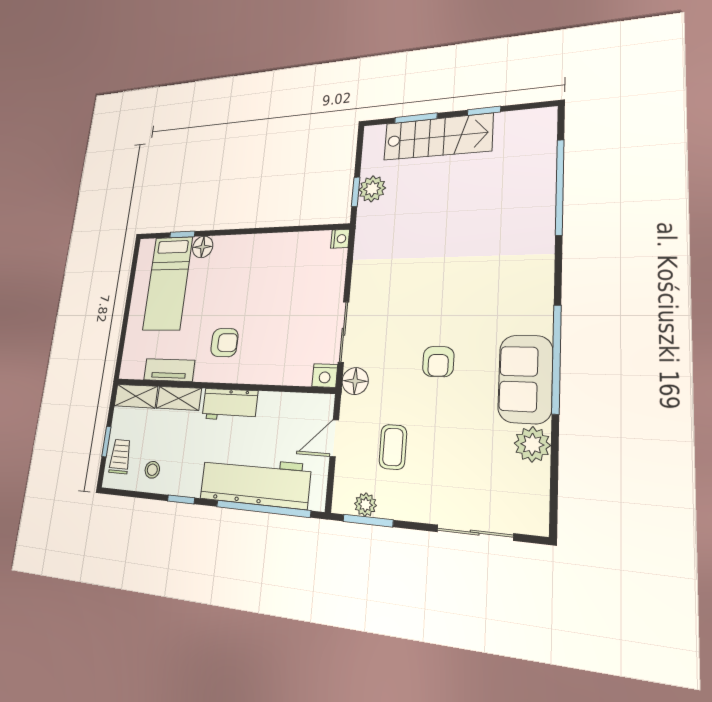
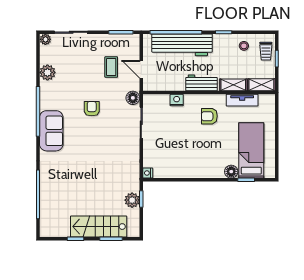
nightstand: (325, 376) -> (177, 100), moved
sofa: (525, 379) -> (51, 131), moved
door: (334, 438) -> (141, 69), swing flipped
plant: (365, 505) -> (45, 39), moved

